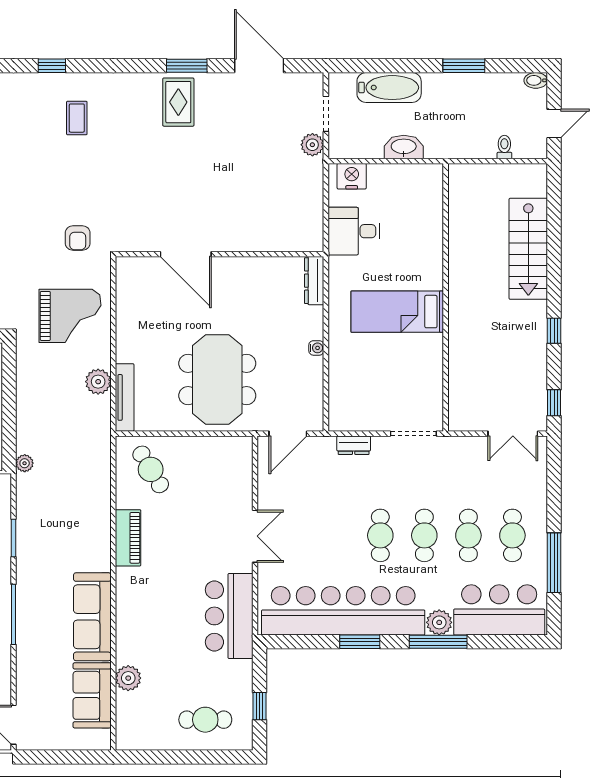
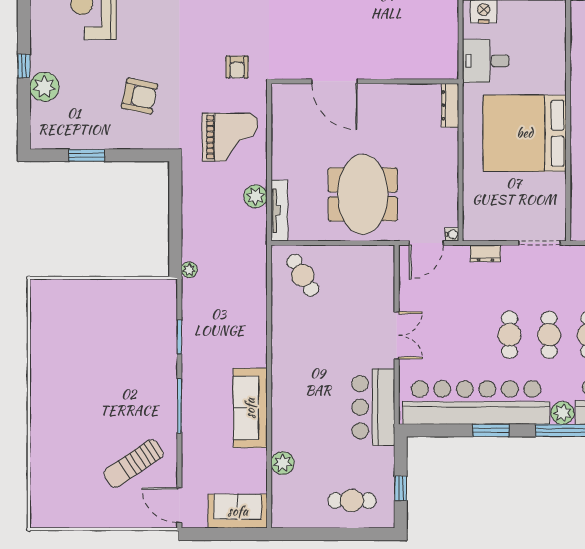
bed: (397, 312) -> (525, 133), width x2.04
water cooler: (316, 348) -> (452, 234), moved
piano: (128, 538) -> (282, 337), removed
sofa: (92, 695) -> (238, 511), moved, turned 90

